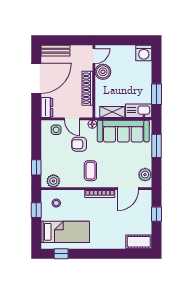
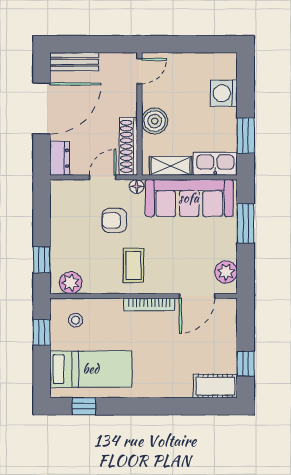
washing machine: (144, 53) -> (224, 93), moved, turned 90
boiler: (103, 72) -> (155, 121), moved
shoe rack: (87, 88) -> (128, 146), moved
door: (72, 119) -> (103, 177), swing flipped
side table: (56, 130) -> (75, 196), removed
window: (156, 214) -> (246, 364), moved

